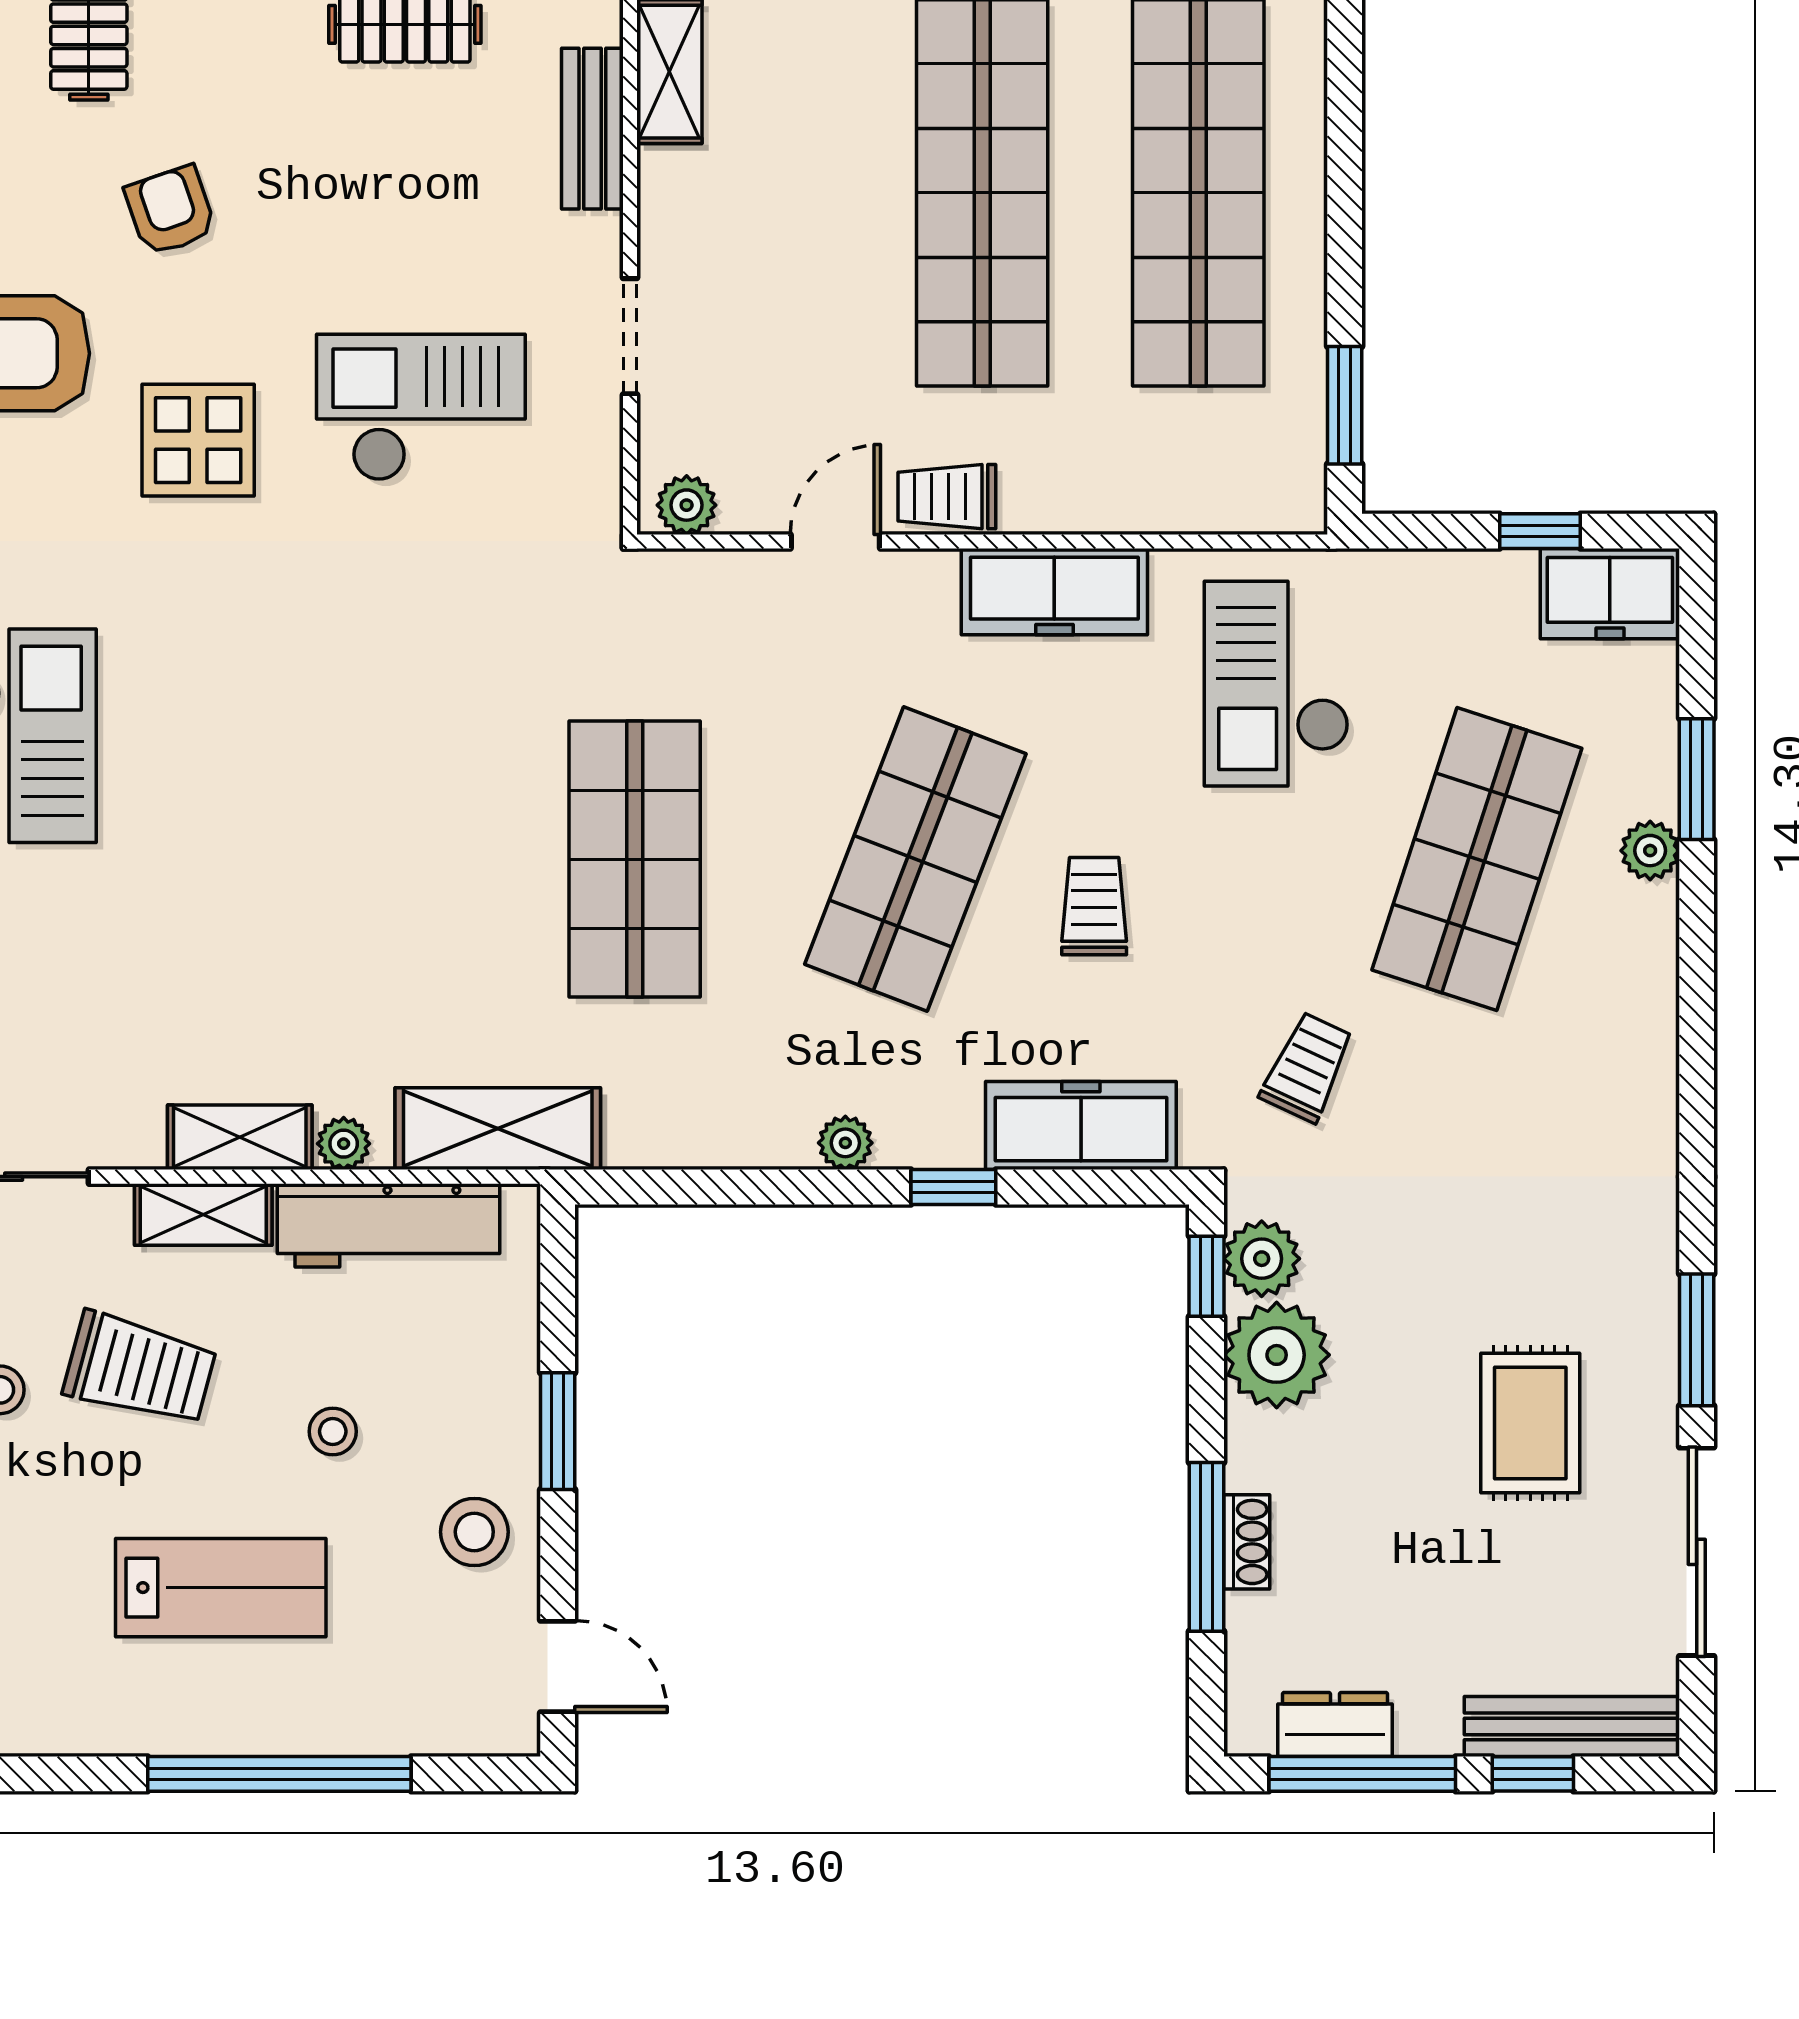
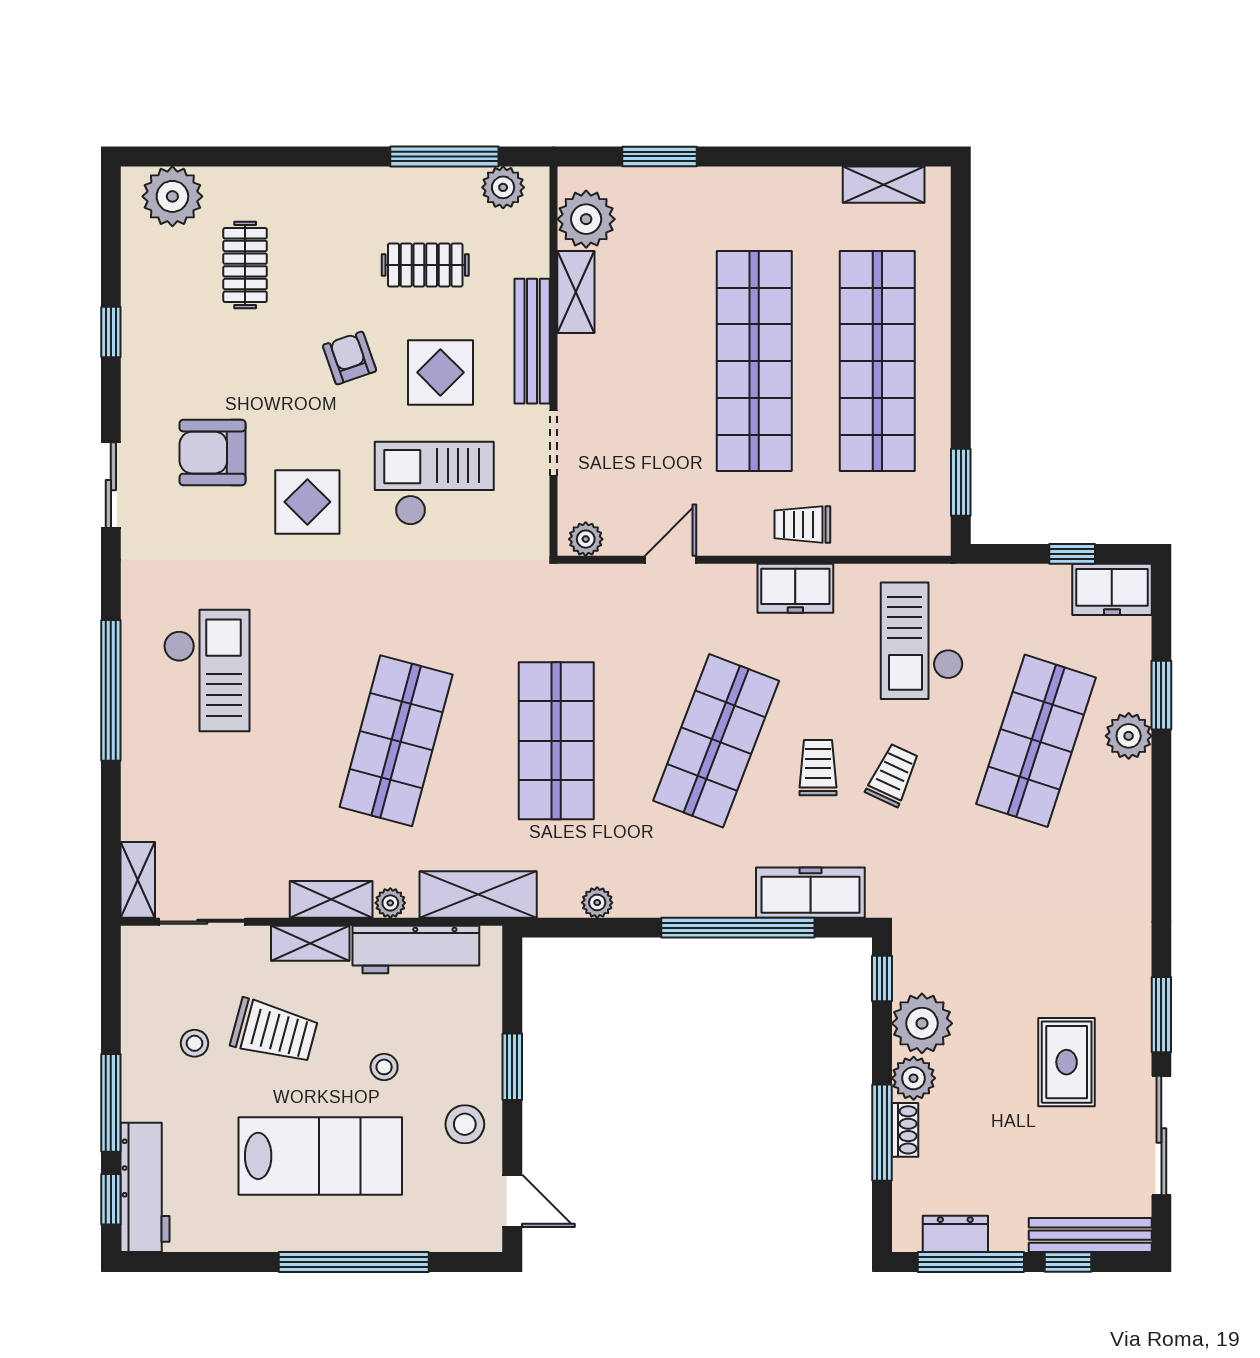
bench: (592, 129) -> (532, 341), width x1.36
armchair: (170, 211) -> (350, 358), moved
display table: (432, 213) -> (440, 372), added
trolley: (947, 497) -> (802, 524), moved
freezer: (1054, 592) -> (795, 588), width x0.71
plant: (1650, 851) -> (1129, 736), width x1.38, depth x1.38
shop shelf: (354, 859) -> (396, 741), added
trolley: (1307, 1067) -> (893, 775), moved
plant: (845, 1143) -> (597, 903), moved
window: (953, 1187) -> (738, 928), width x3.17
plant: (1262, 1259) -> (914, 1078), moved
lab bench: (221, 1588) -> (320, 1156), width x1.36, depth x1.39

